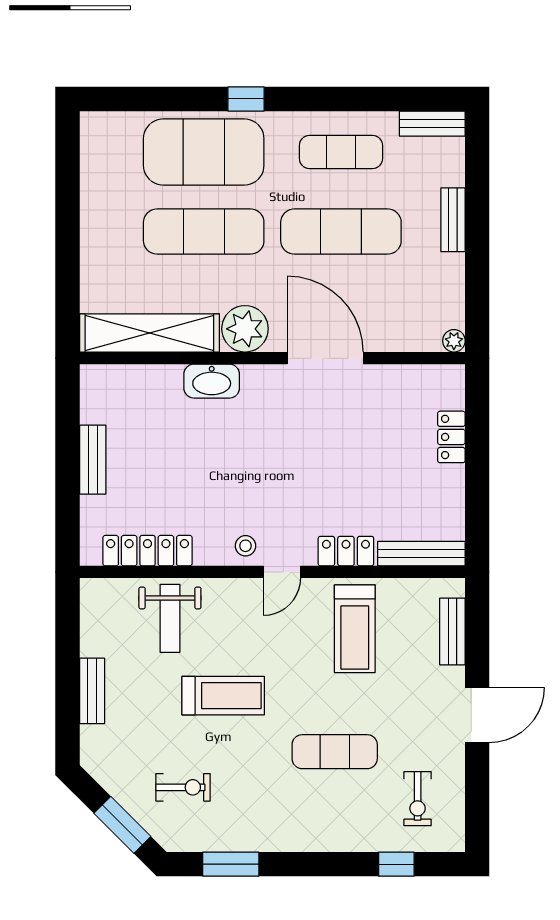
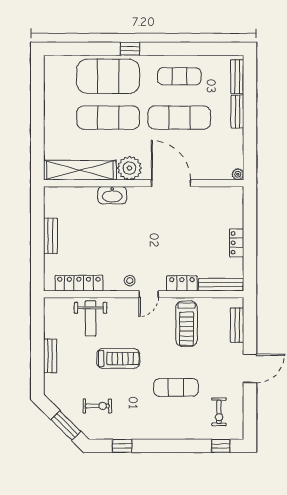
bench: (432, 124) -> (237, 77), moved, turned 90
locker: (451, 437) -> (237, 243), moved
window: (231, 864) -> (122, 446), width x0.67
window: (396, 864) -> (221, 446), moved

